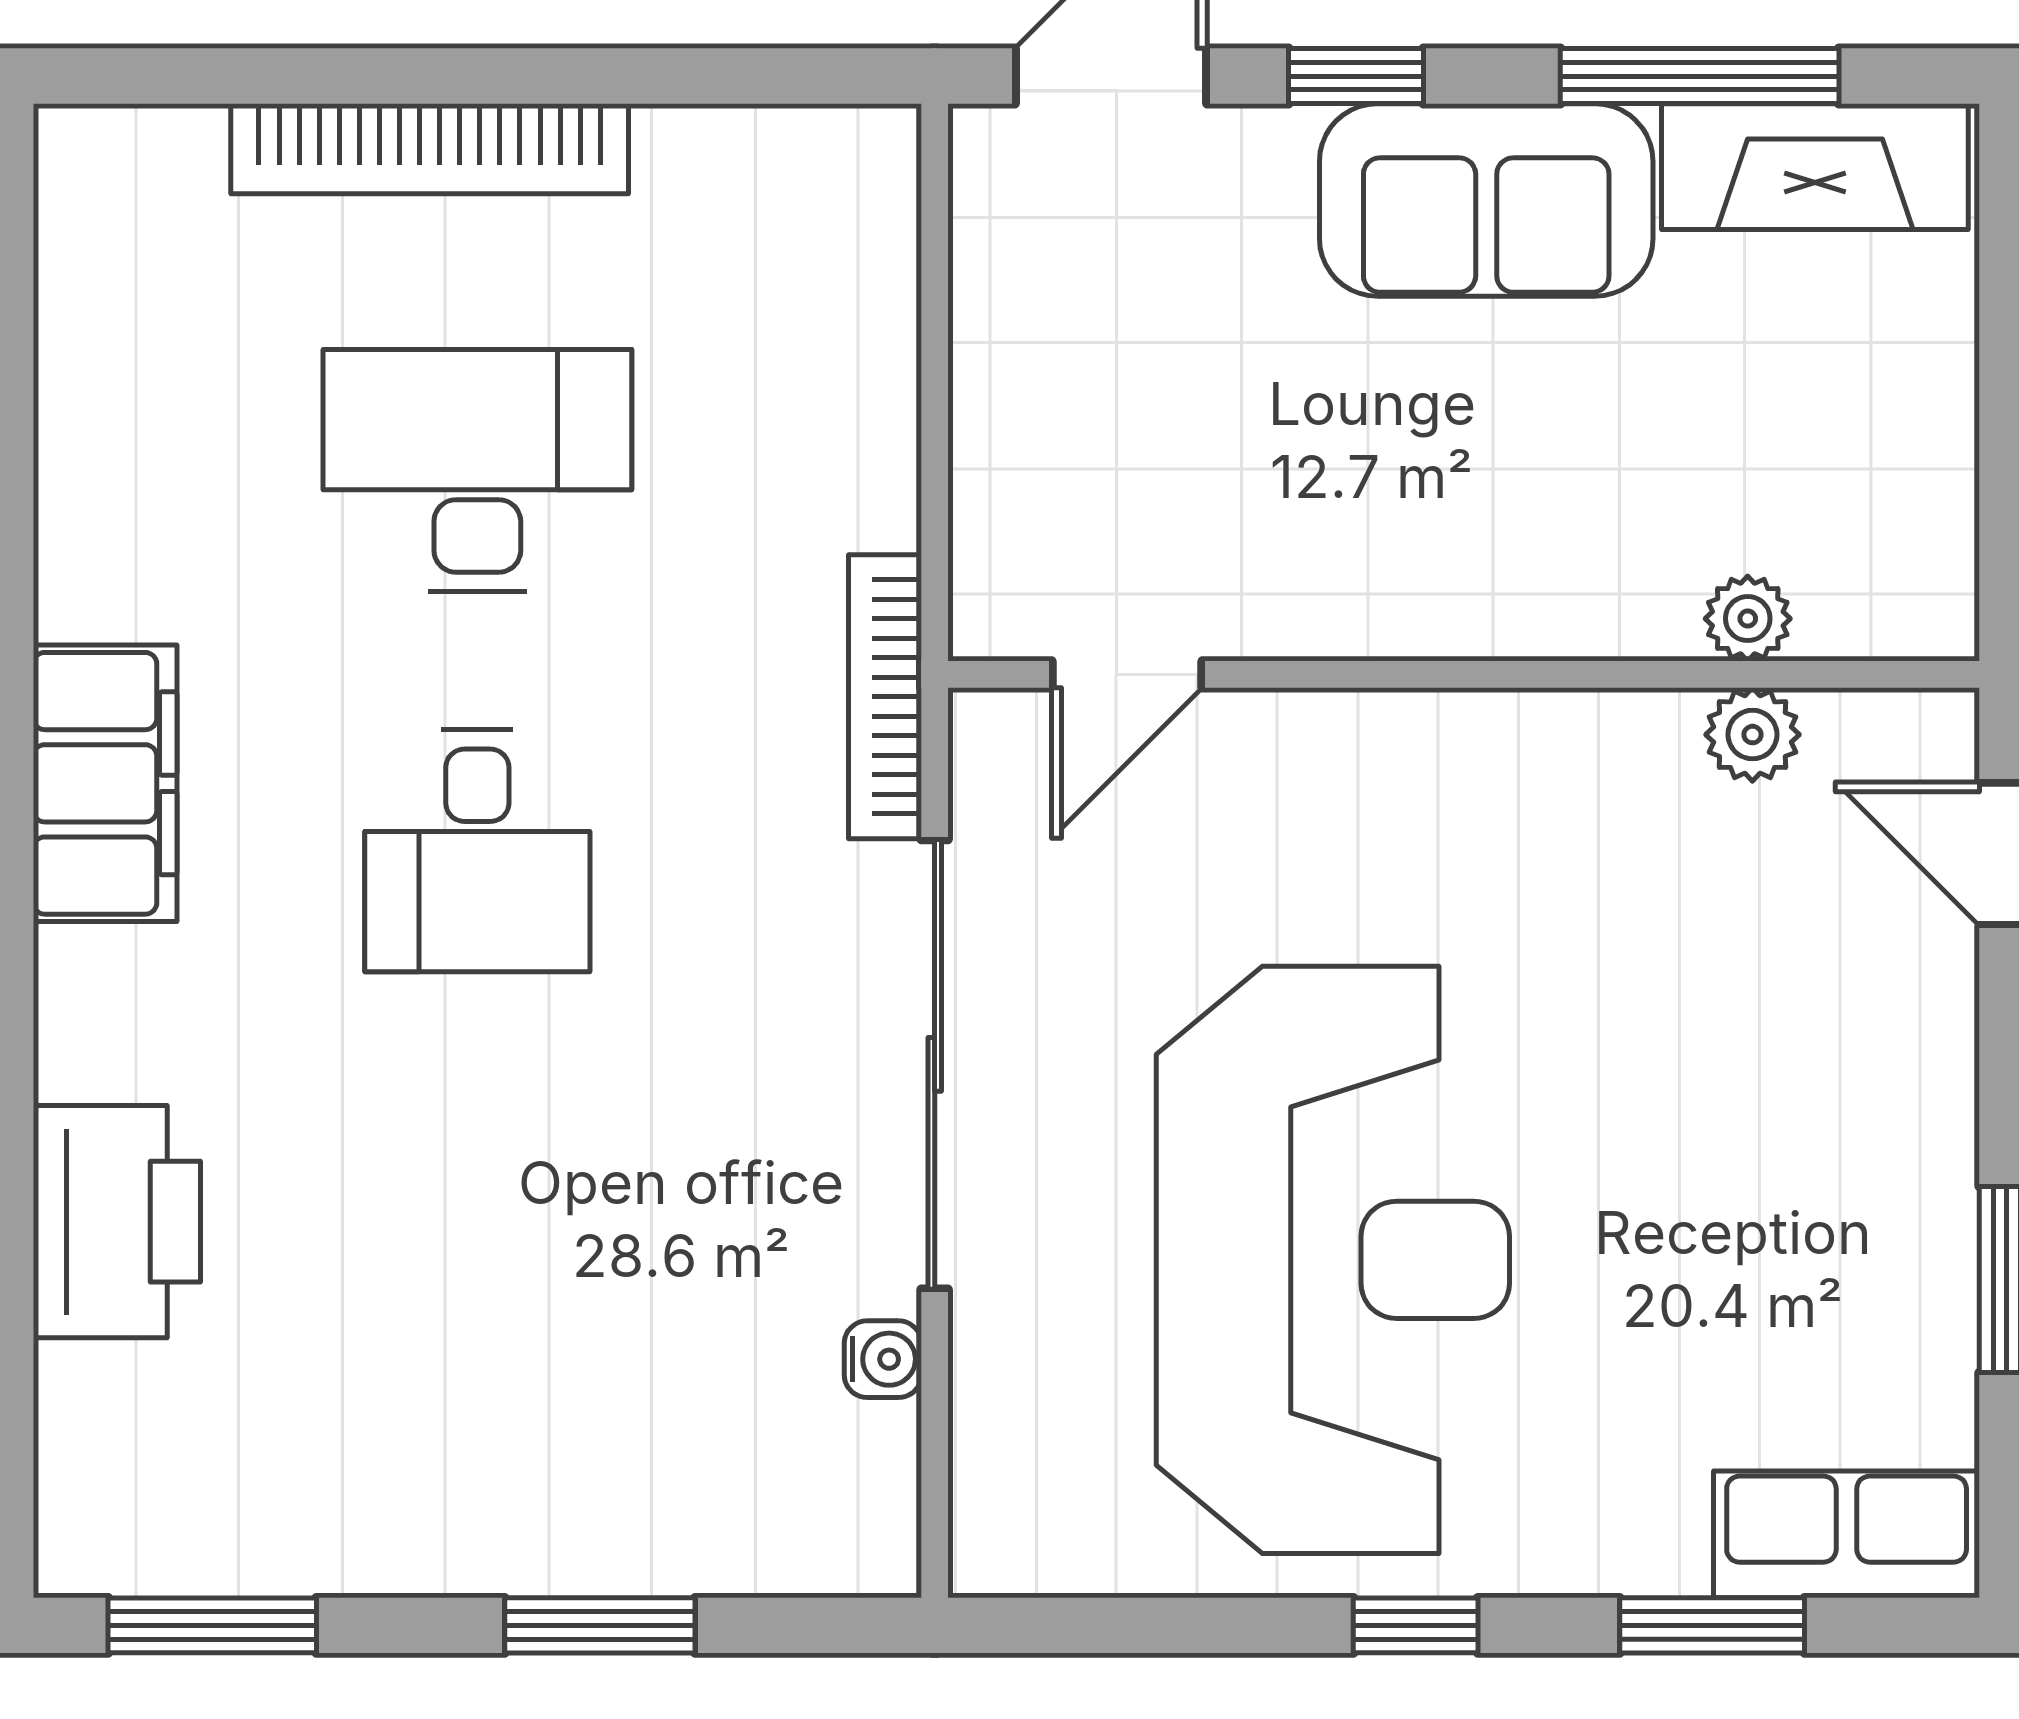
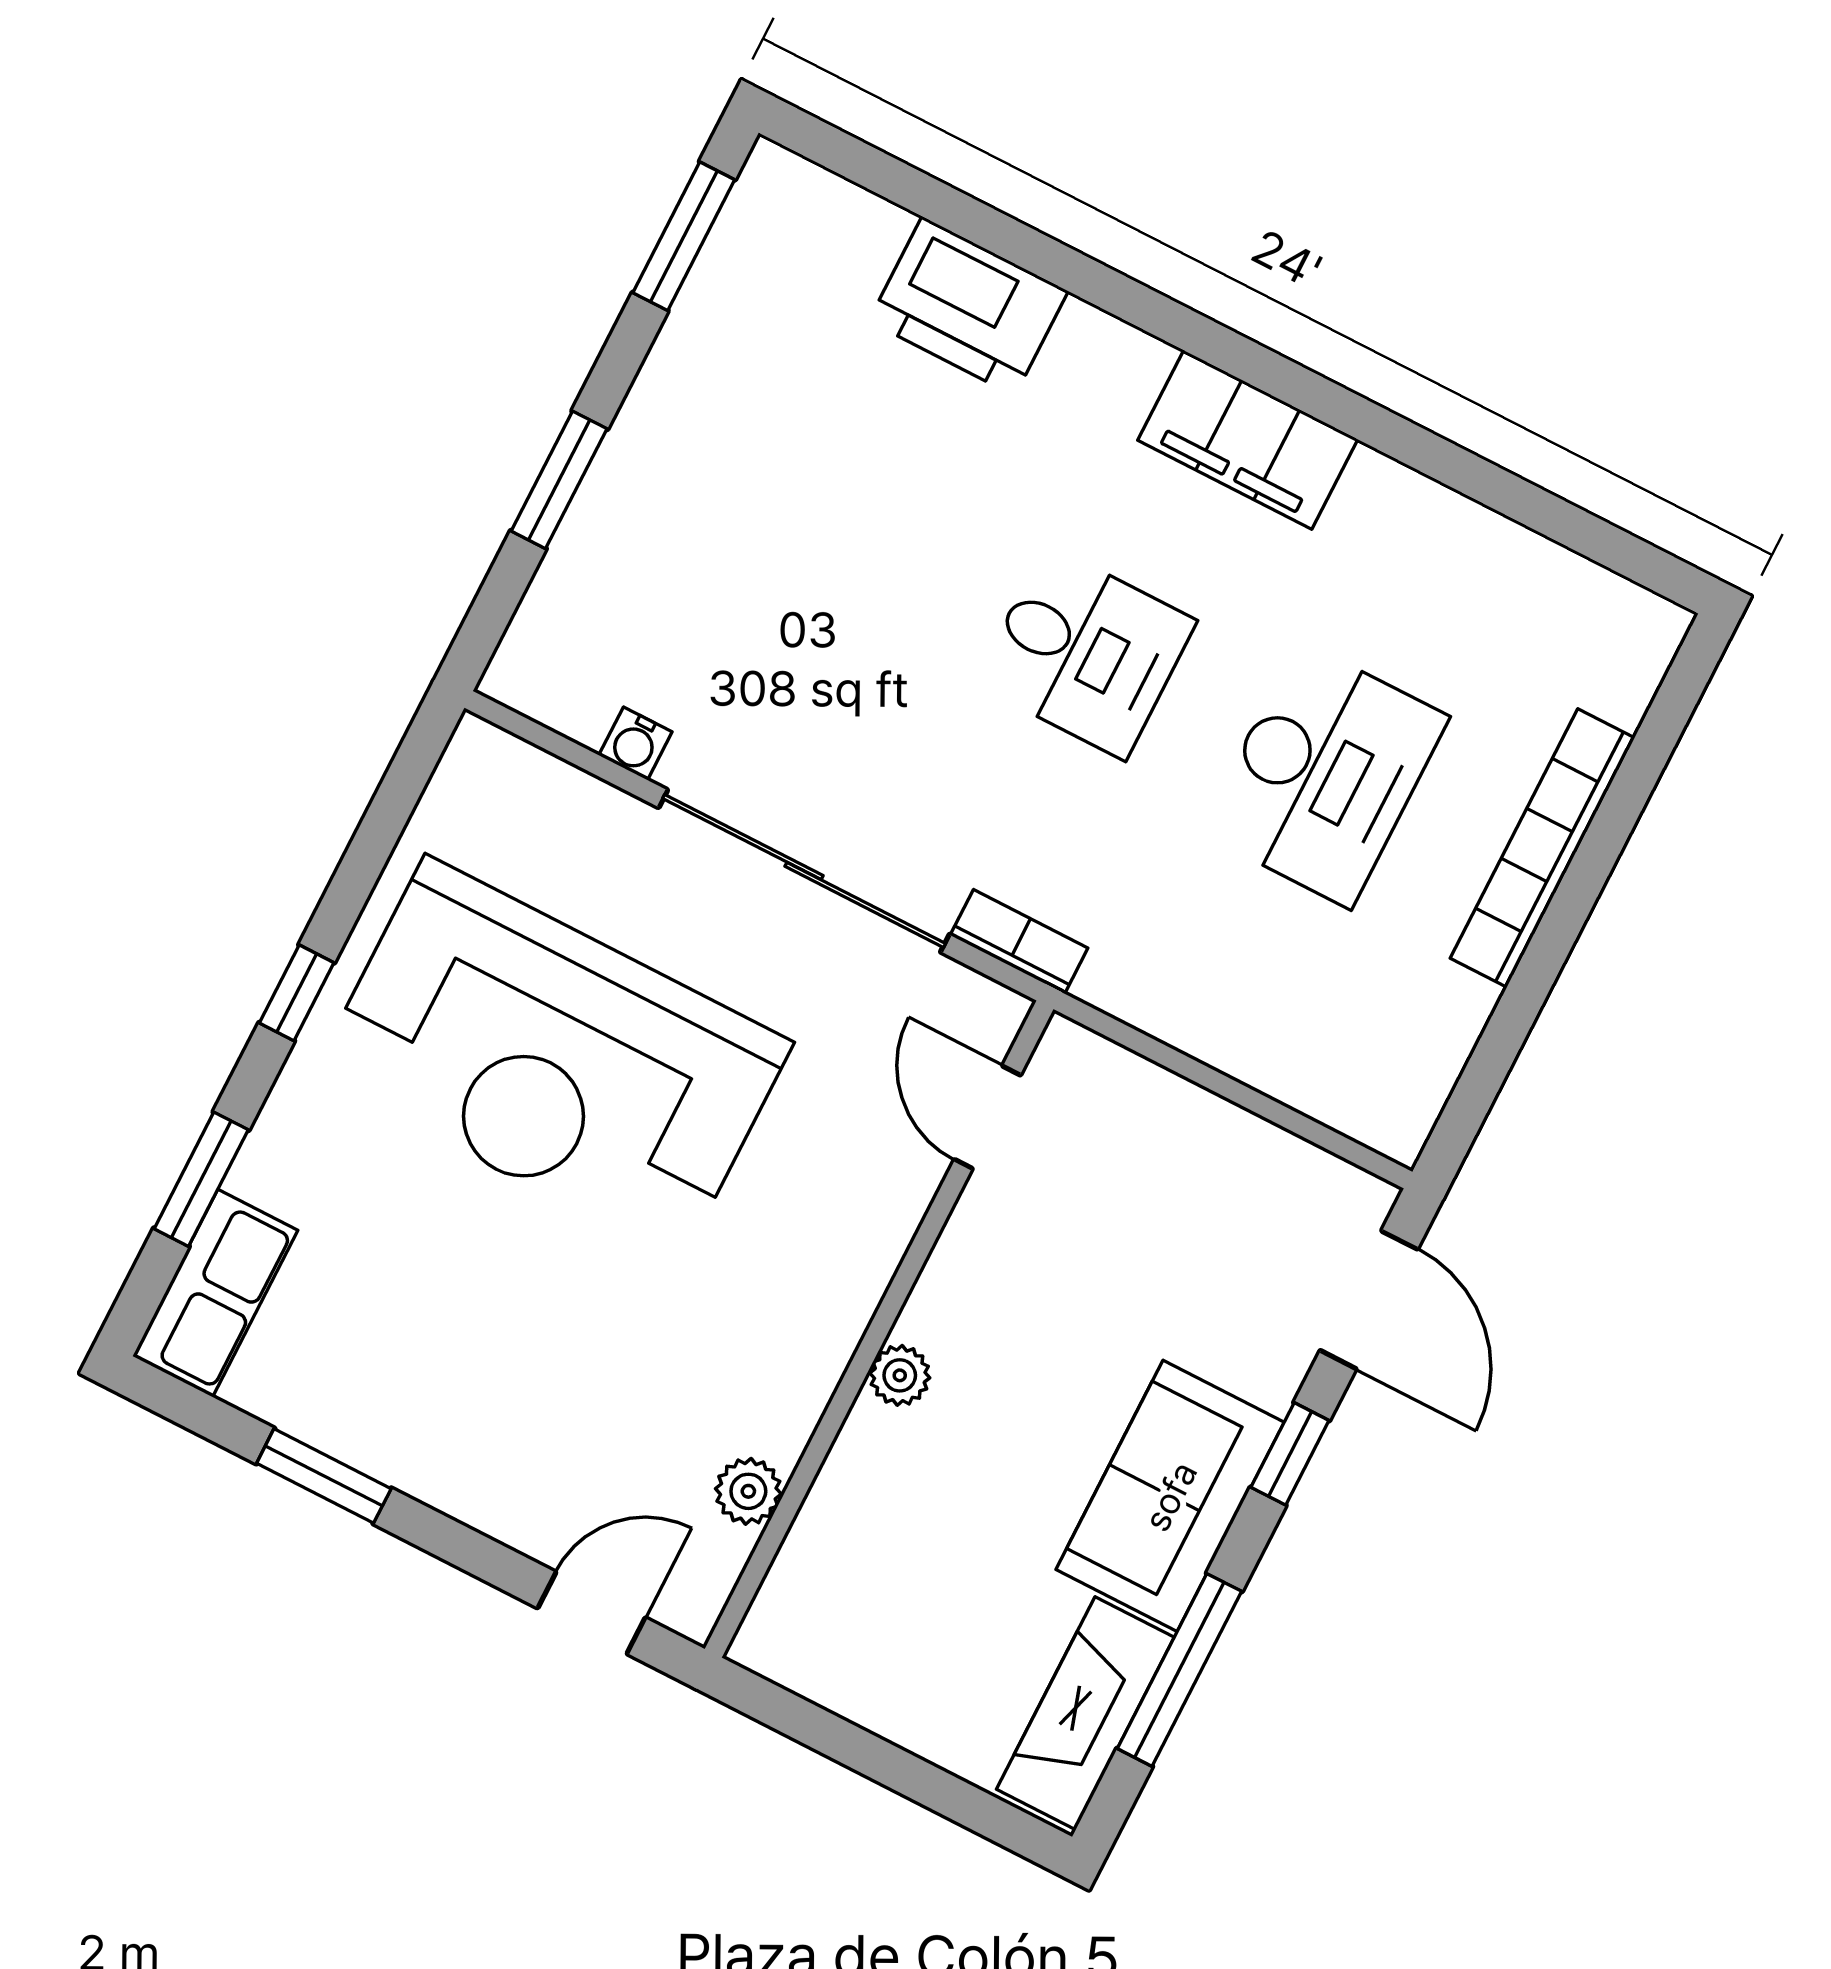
plant: (1748, 619) -> (900, 1375), moved
bookcase: (885, 697) -> (1019, 942), width x0.64
desk: (477, 851) -> (1086, 652), turned 180

